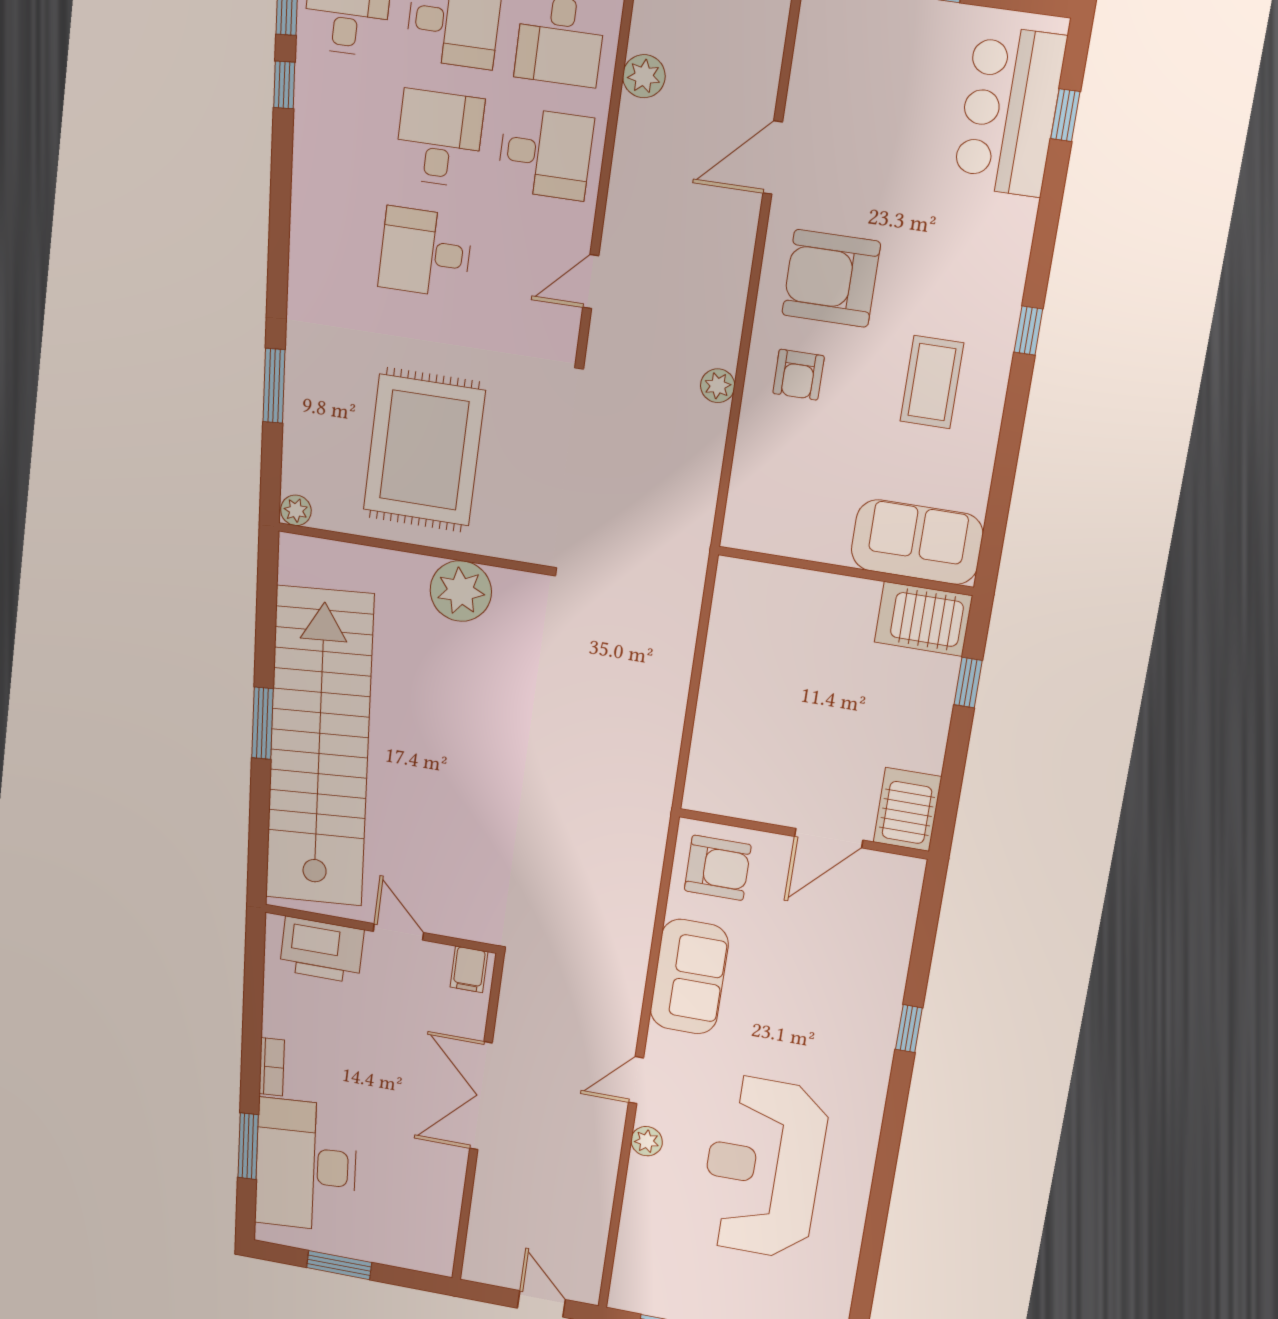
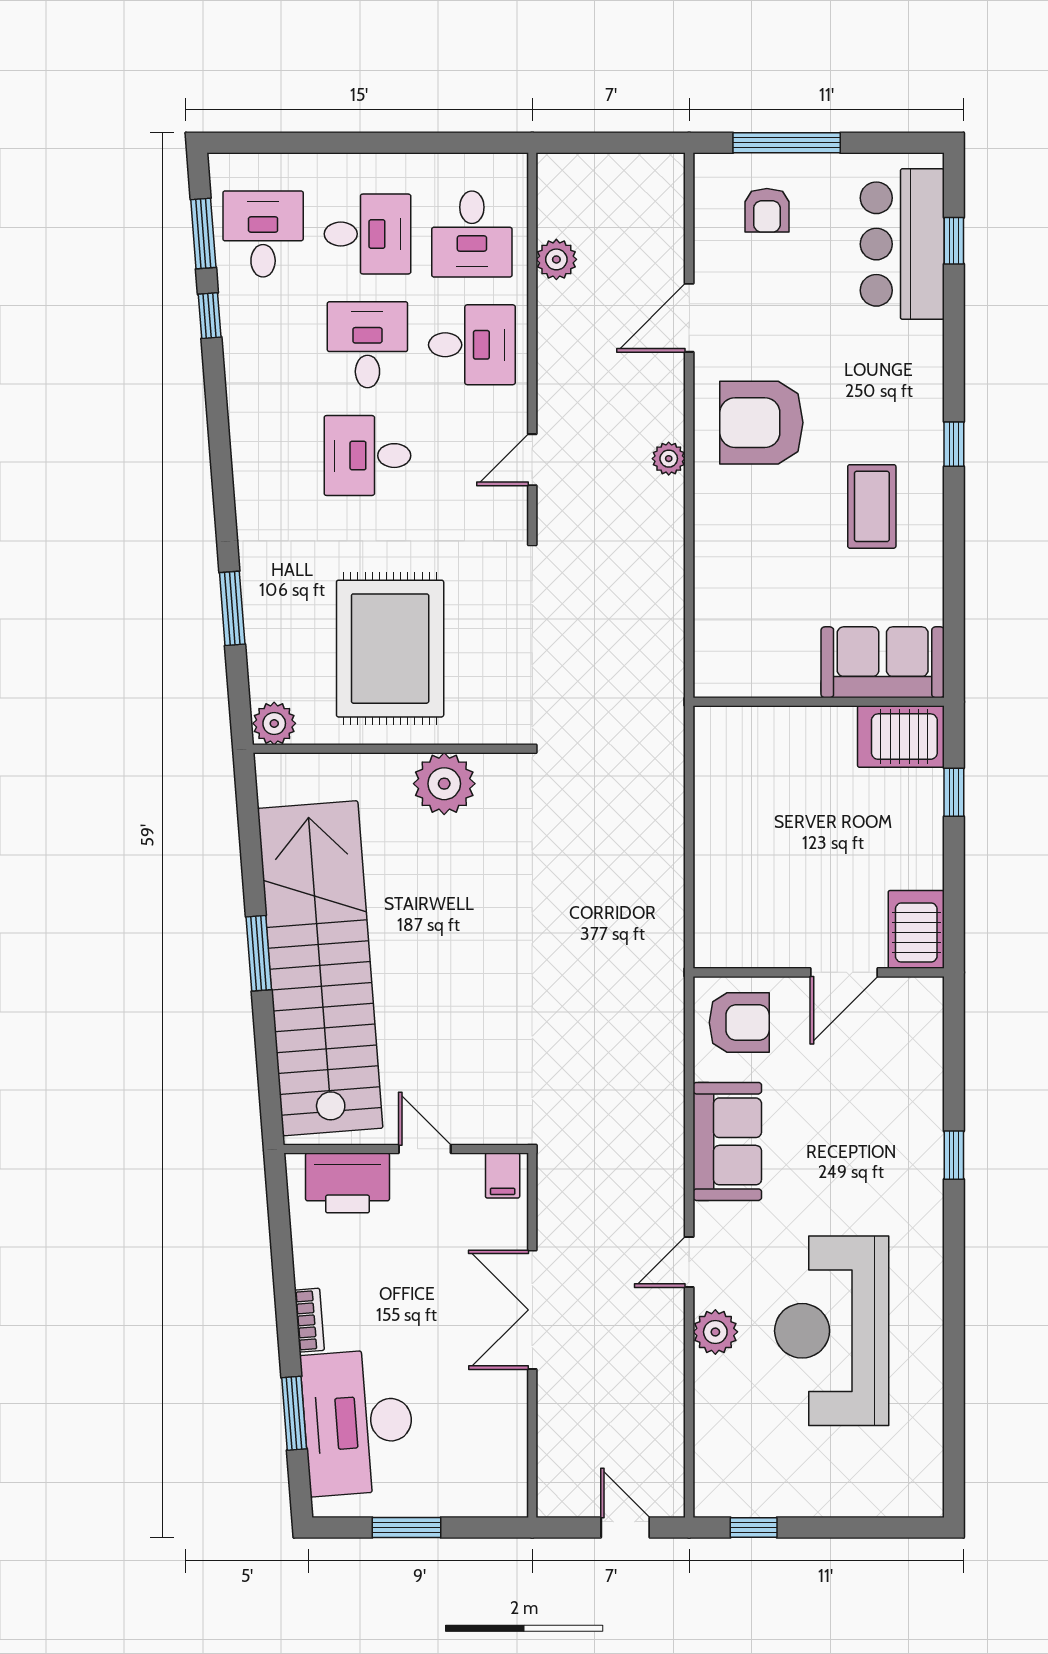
armchair: (798, 375) -> (767, 210), moved
plant: (718, 386) -> (669, 459), moved
plant: (296, 510) -> (274, 723), width x1.38, depth x1.38
plant: (647, 1141) -> (715, 1332), width x1.38, depth x1.38

